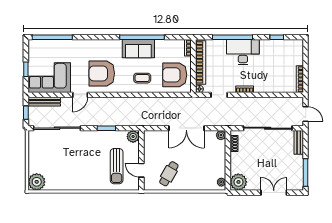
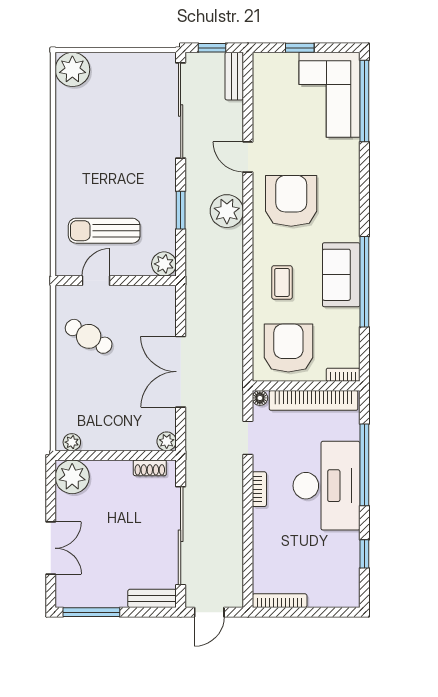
desk: (243, 52) -> (326, 486), width x1.36, depth x1.30
corner sofa: (49, 78) -> (329, 95), moved, turned 180
bench: (44, 102) -> (234, 76), width x0.73
plant: (107, 105) -> (227, 211), added

